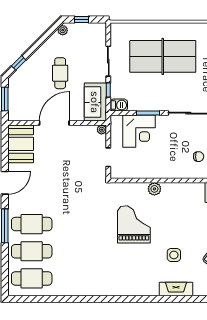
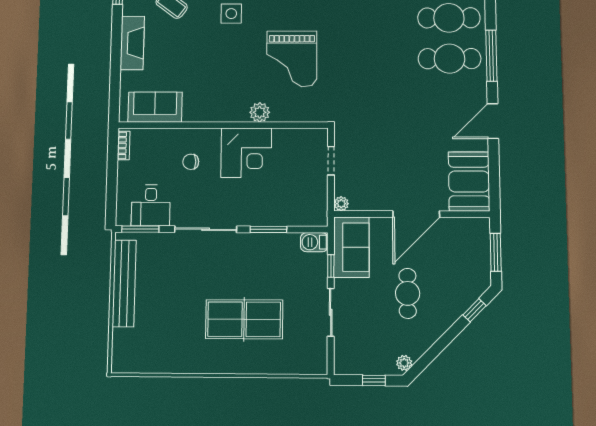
table tennis table: (163, 56) -> (244, 319), width x0.73, depth x0.76
corner desk: (139, 131) -> (246, 153), moved, turned 180

